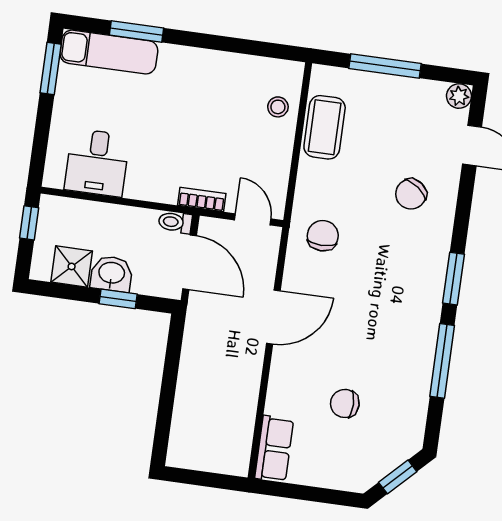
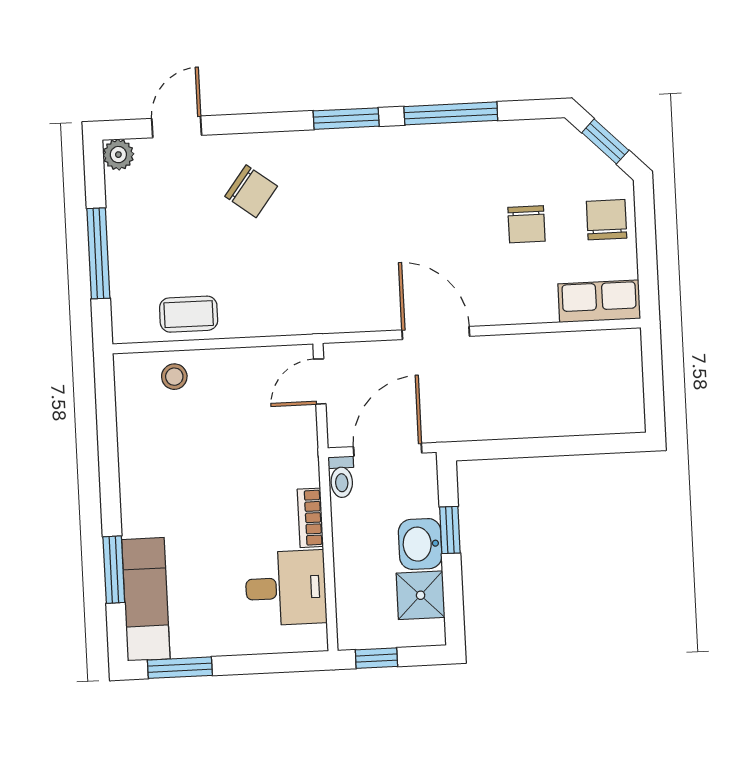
coffee table: (325, 127) -> (189, 314), width x0.73, depth x0.77
bookcase: (202, 199) -> (310, 518), moved
chair: (323, 236) -> (607, 220), moved, turned 90

